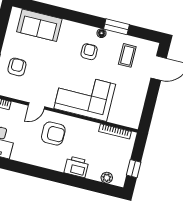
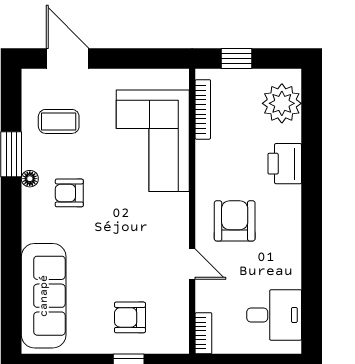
sofa: (39, 25) -> (44, 296), width x1.36
corner sofa: (85, 96) -> (153, 141), moved
window: (134, 169) -> (237, 58), moved
plant: (107, 178) -> (282, 103), width x1.88, depth x1.88

